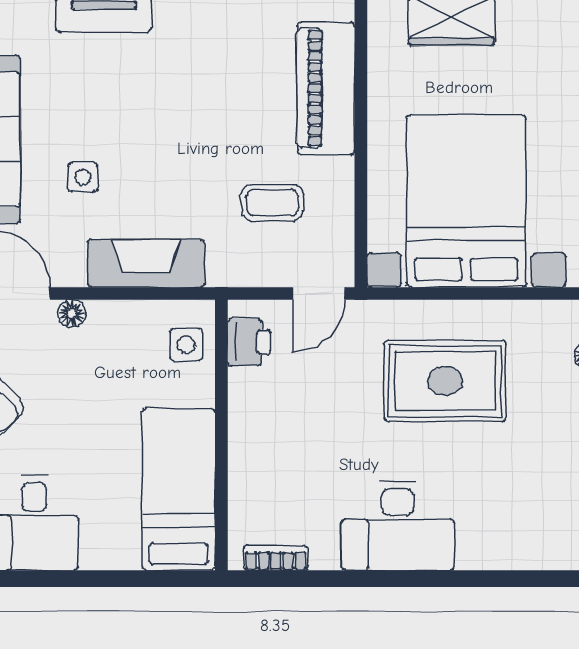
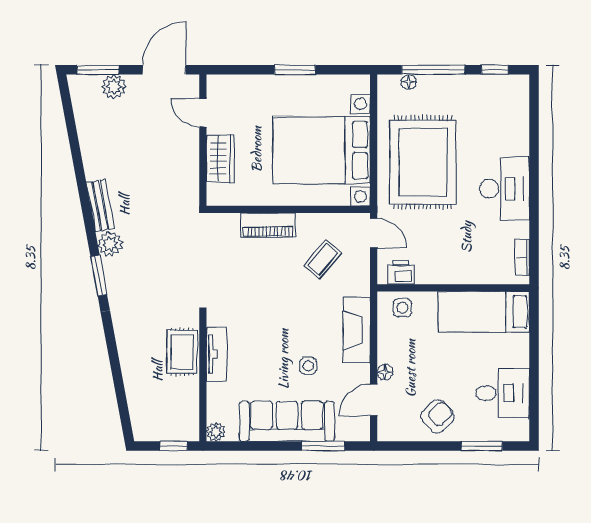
piano: (326, 88) -> (268, 225), width x0.73, depth x0.75
coffee table: (272, 203) -> (323, 259), turned 41
rug: (445, 381) -> (423, 162), width x1.37, depth x1.44

